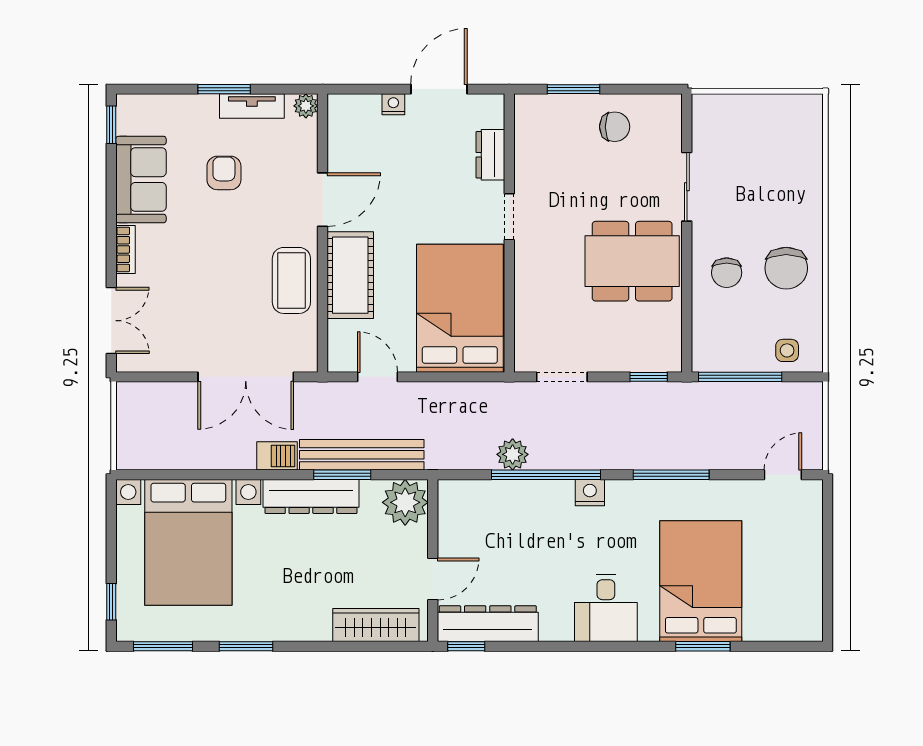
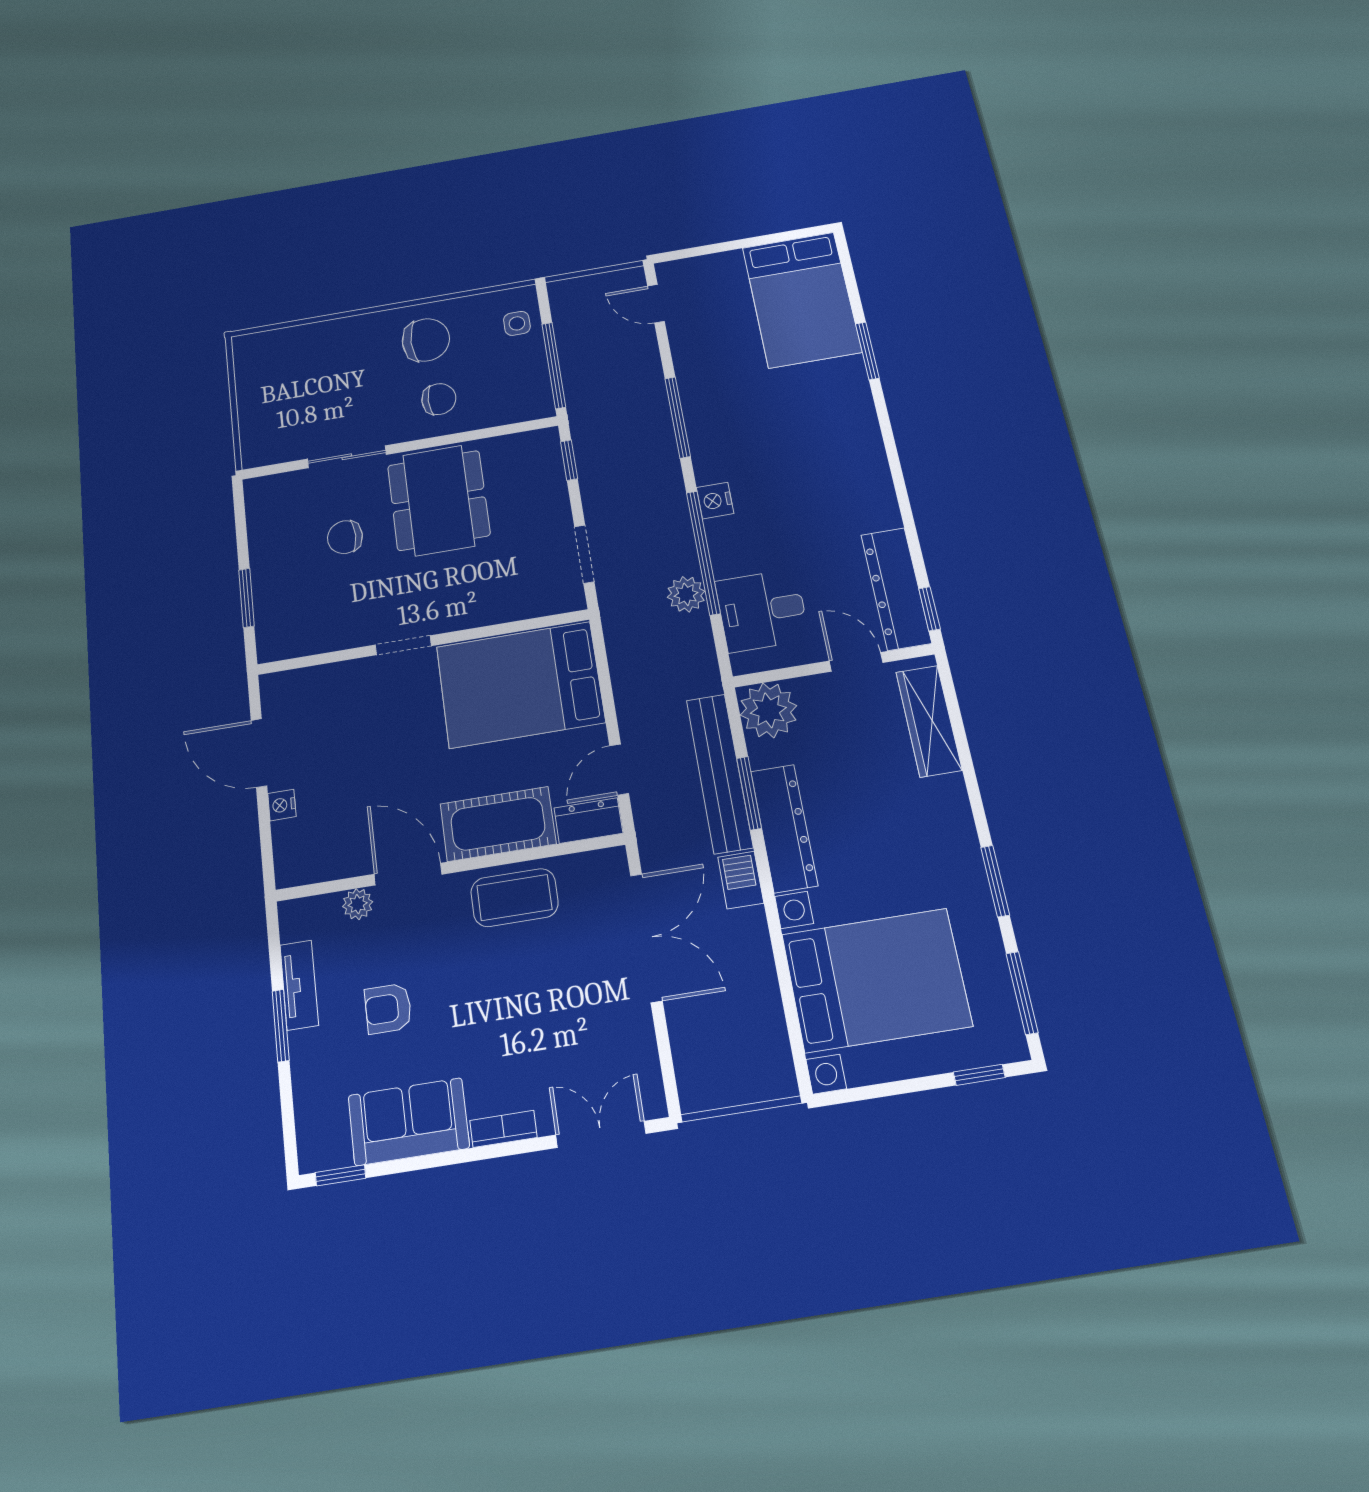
plant: (306, 106) -> (358, 904), moved
chair: (615, 127) -> (345, 537), moved, turned -90
dresser: (490, 155) -> (588, 820), moved, turned 180
bed: (701, 581) -> (802, 300), moved, turned -90
desk: (606, 608) -> (762, 610), moved, turned 180

